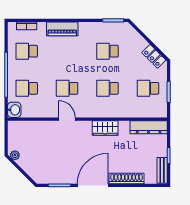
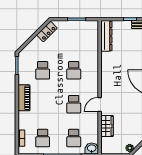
piano: (62, 29) -> (24, 98), moved
school desk: (148, 88) -> (74, 36), removed
wardrobe: (105, 128) -> (107, 126), moved

